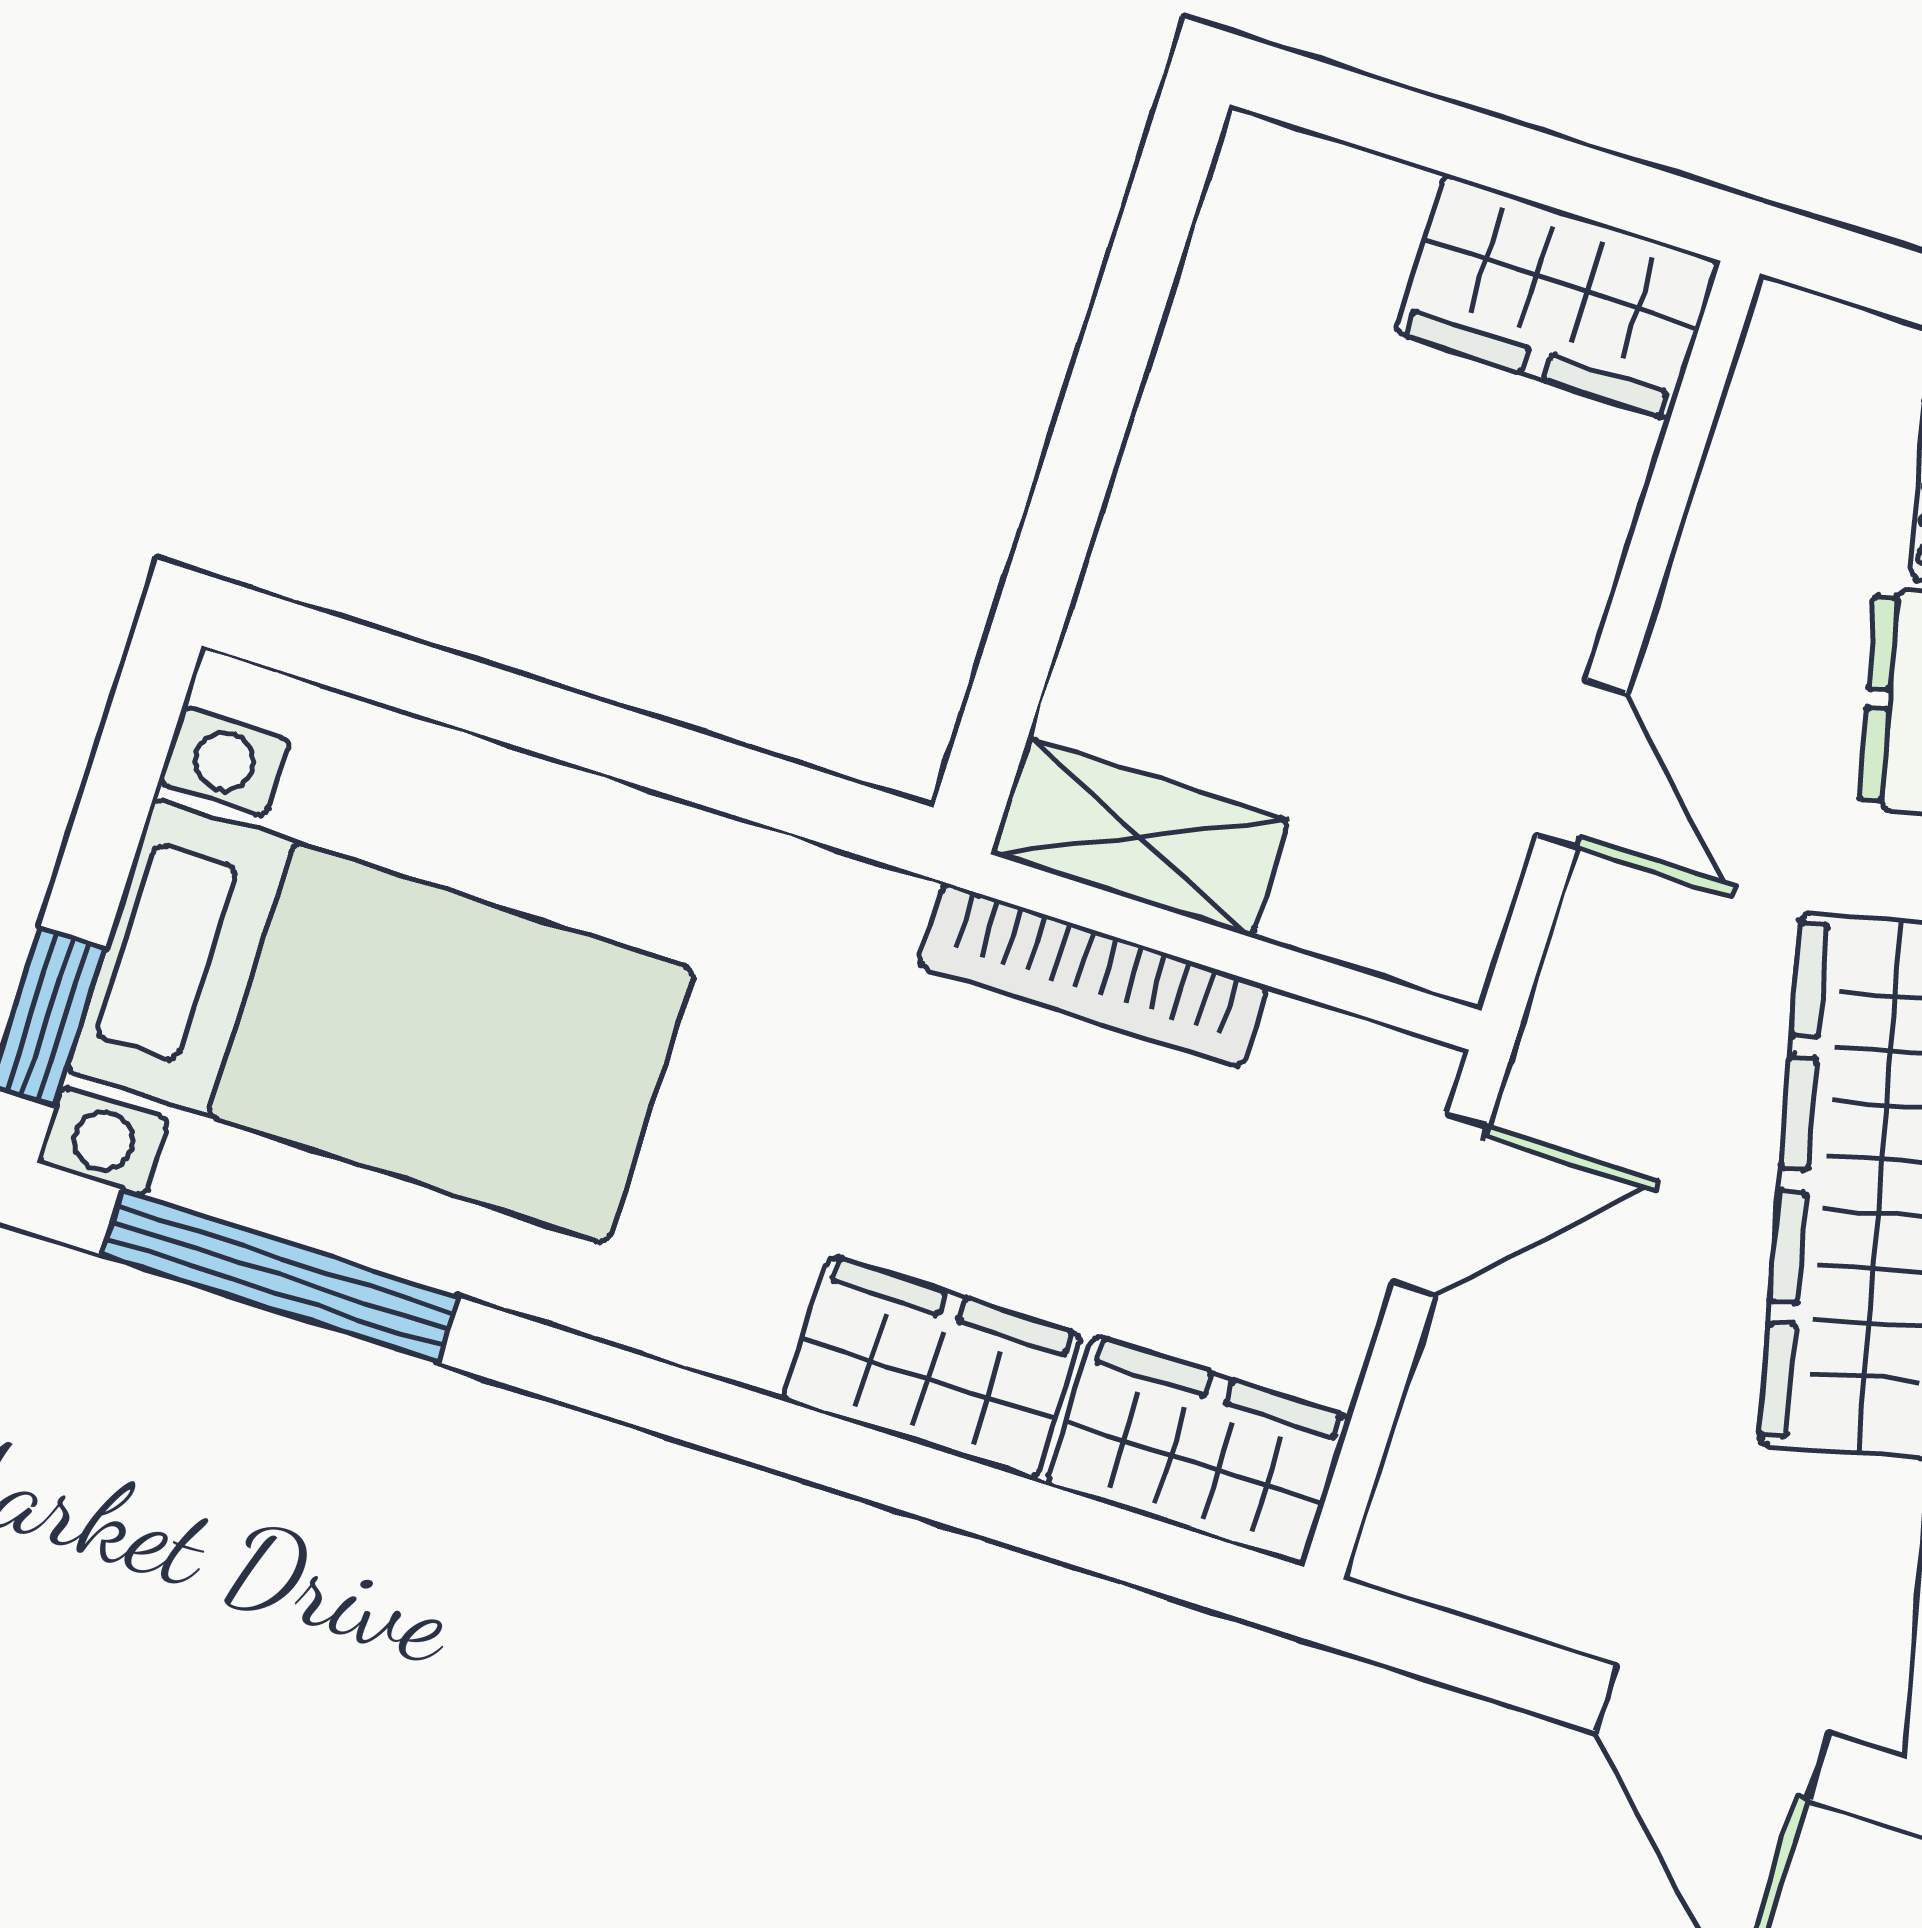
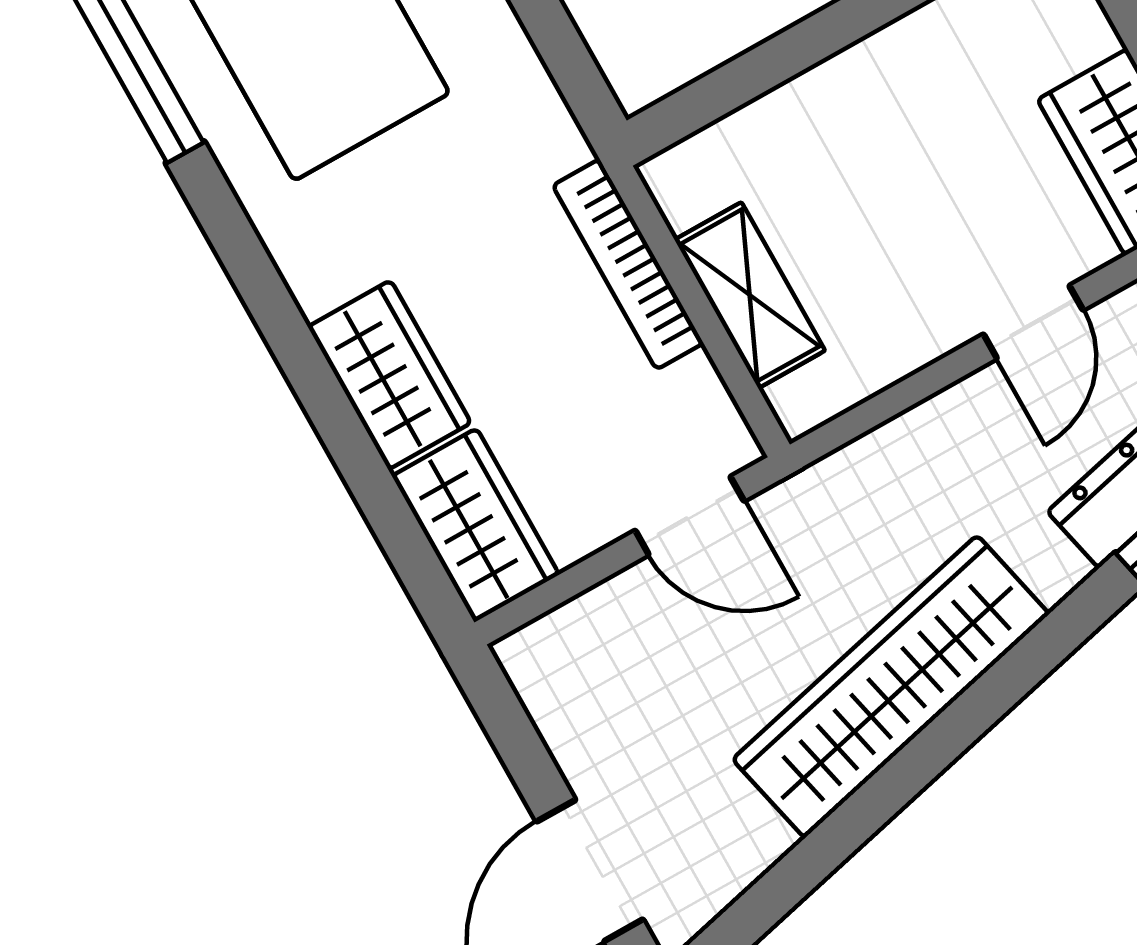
door: (1582, 764) -> (1033, 322), moved
shelving: (1140, 837) -> (750, 295), moved

